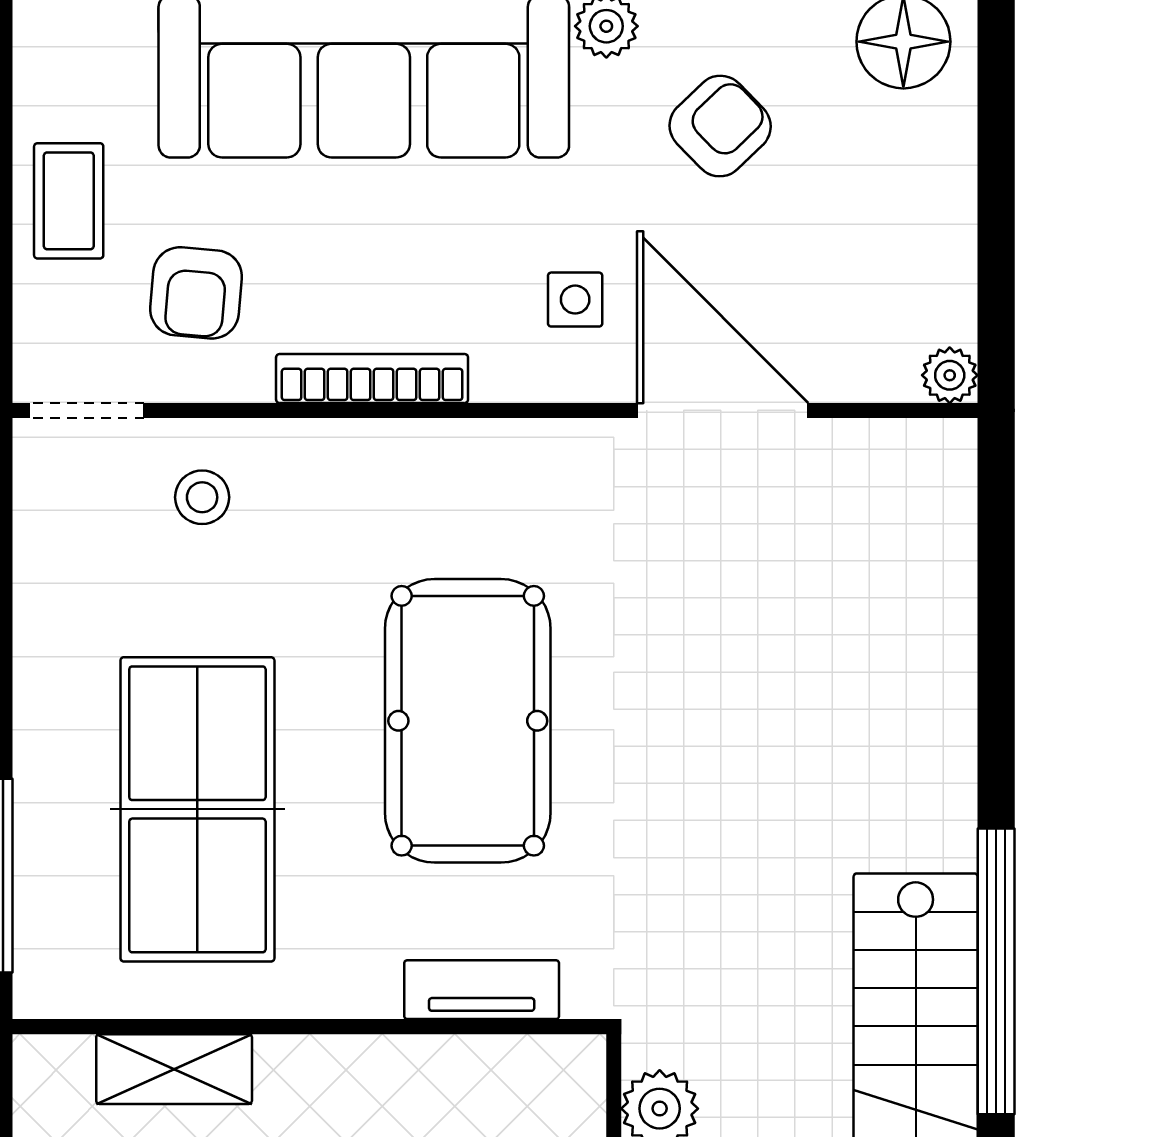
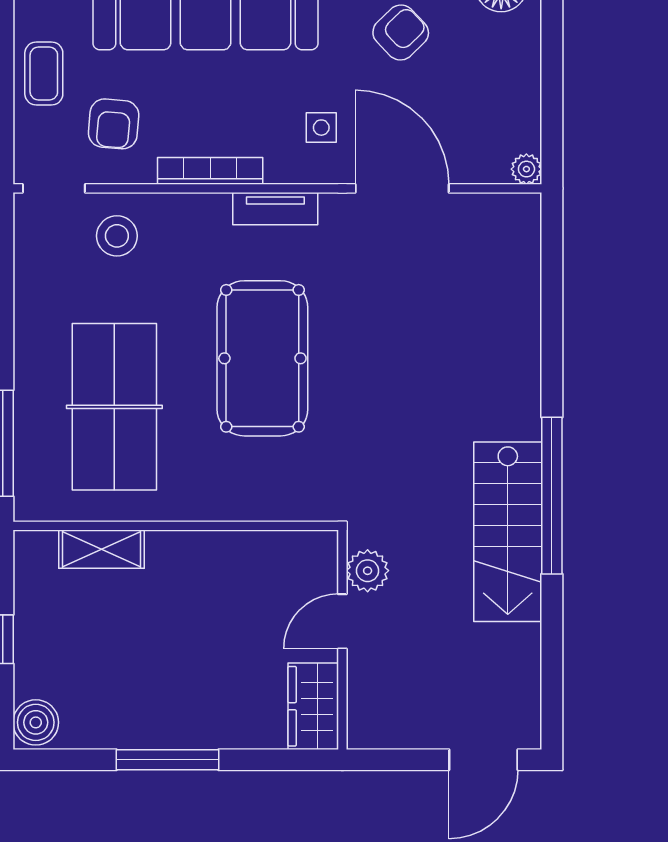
stool: (202, 497) -> (117, 236), width x1.37, depth x1.37
tv unit: (482, 990) -> (275, 209), moved, turned 180

